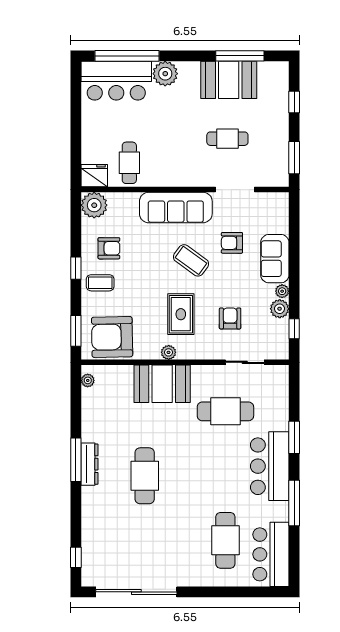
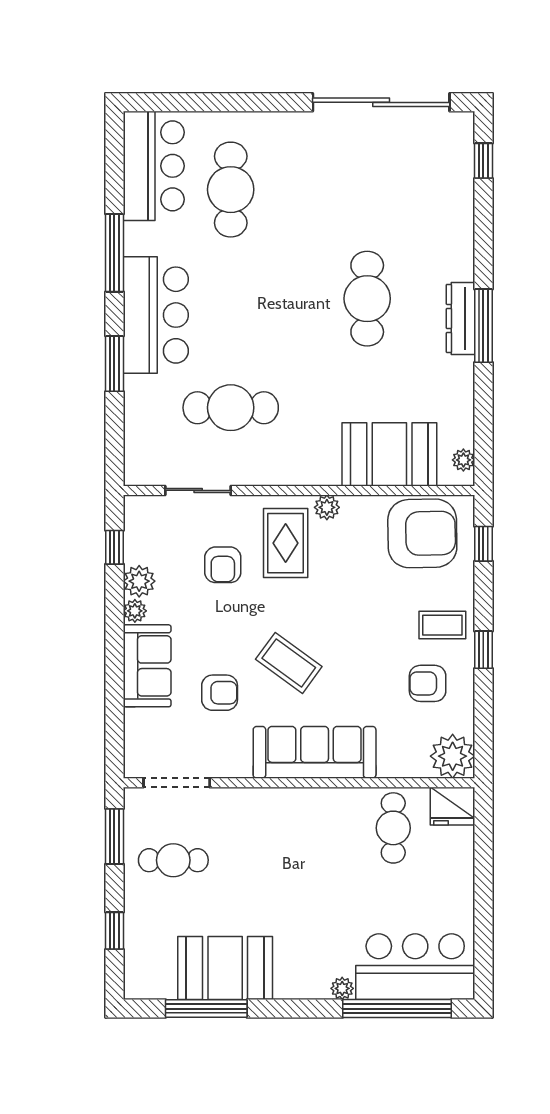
plant: (165, 74) -> (342, 988), width x0.53, depth x0.53
cafe table: (227, 139) -> (173, 860), moved
doorway: (235, 190) -> (177, 783), moved
rug: (181, 314) -> (286, 543), moved
window: (76, 331) -> (483, 544), width x0.67
booth: (162, 384) -> (389, 454), moved

